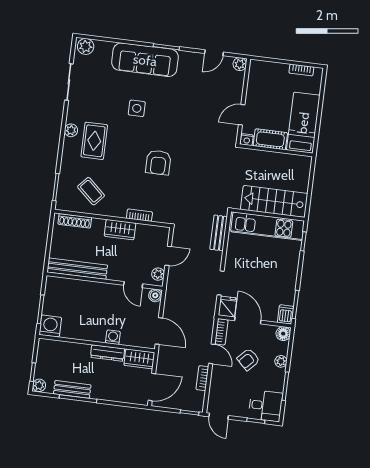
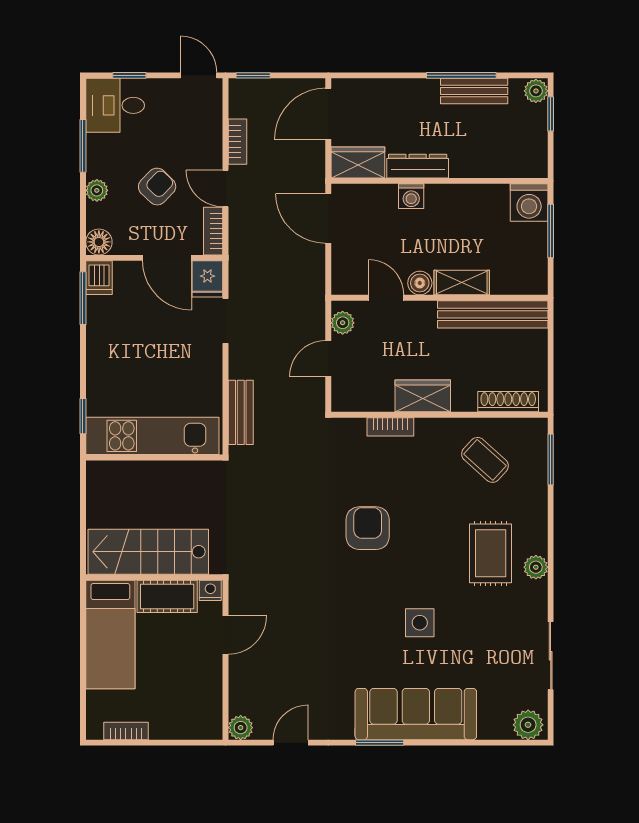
stairs: (274, 201) -> (148, 552), moved, turned 180
shelving: (92, 288) -> (462, 283), added
boiler: (155, 295) -> (420, 283), moved

